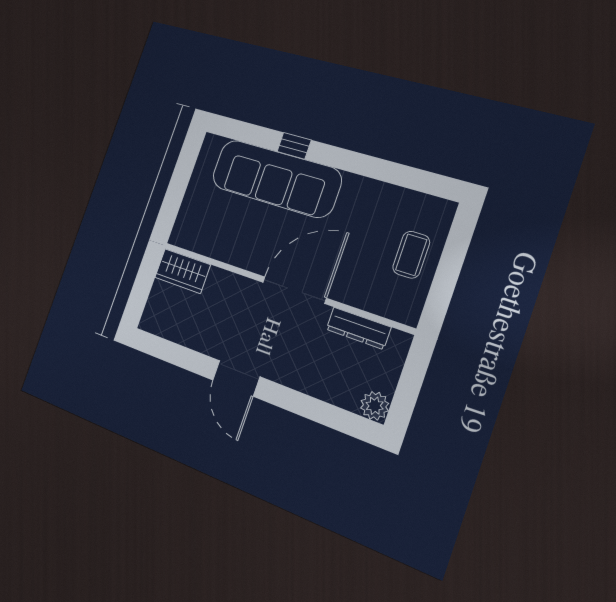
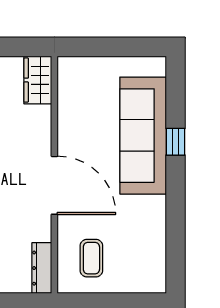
coffee table: (411, 255) -> (91, 258), moved, turned 90
dresser: (358, 328) -> (42, 268), moved

